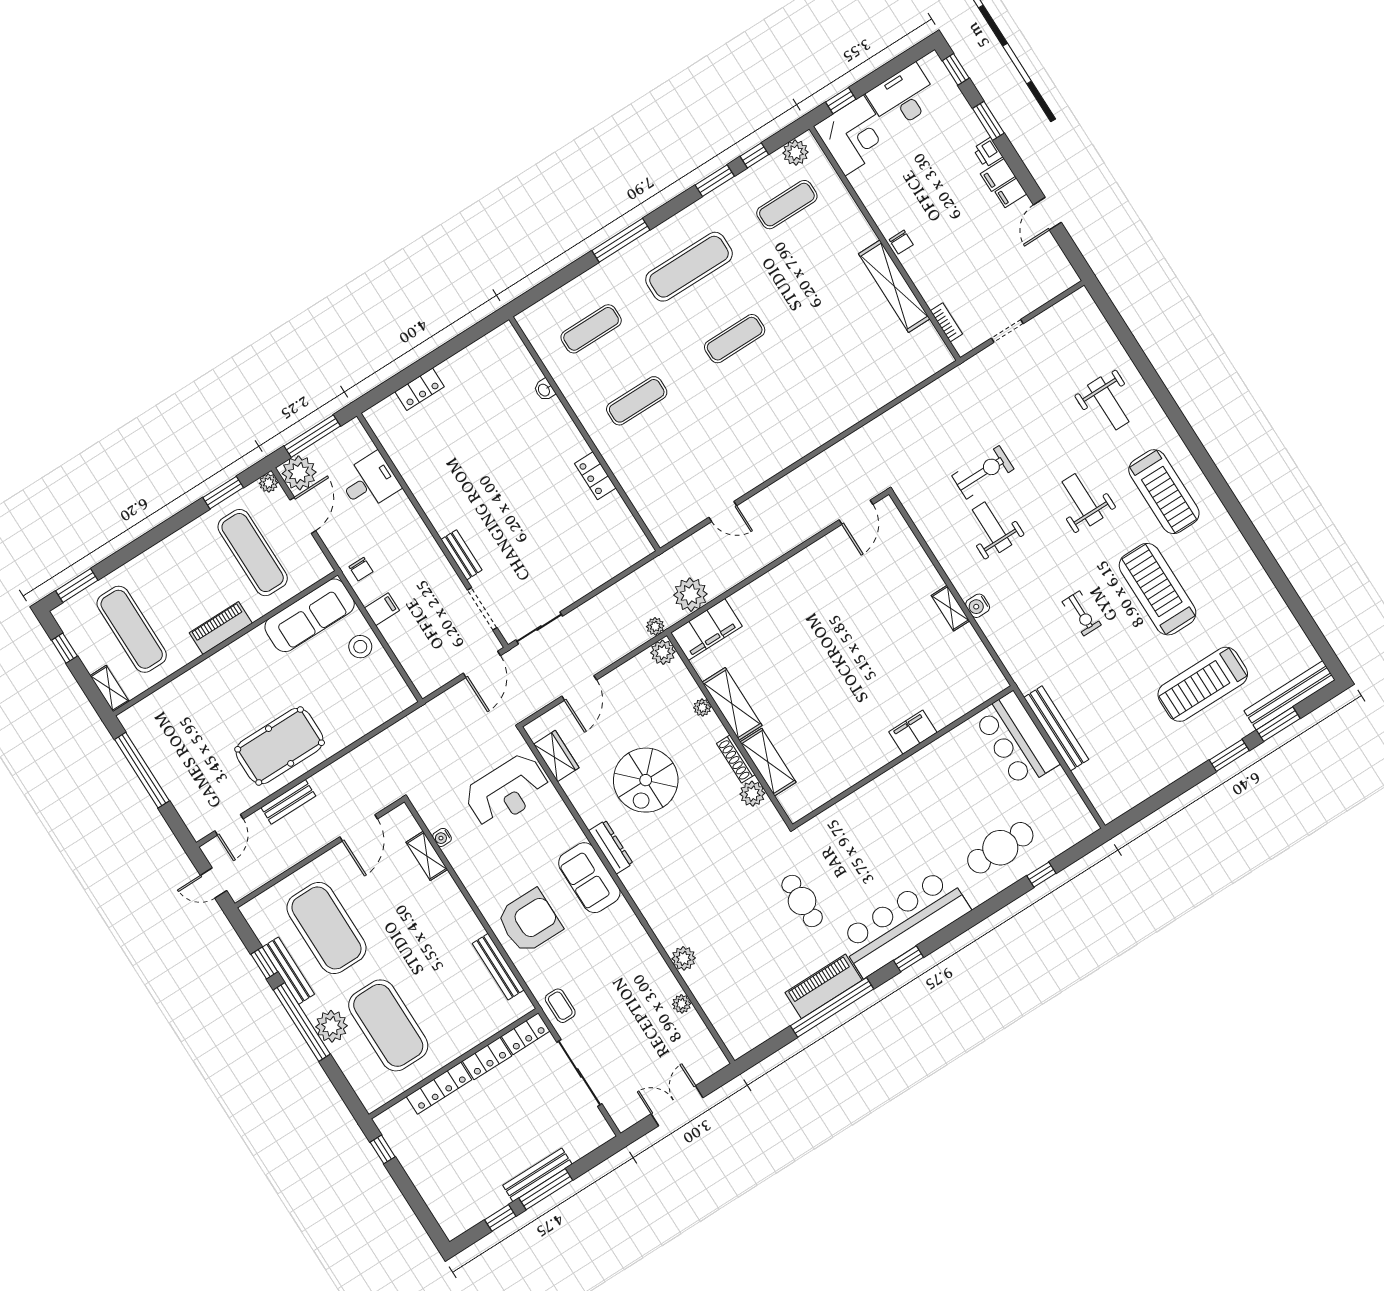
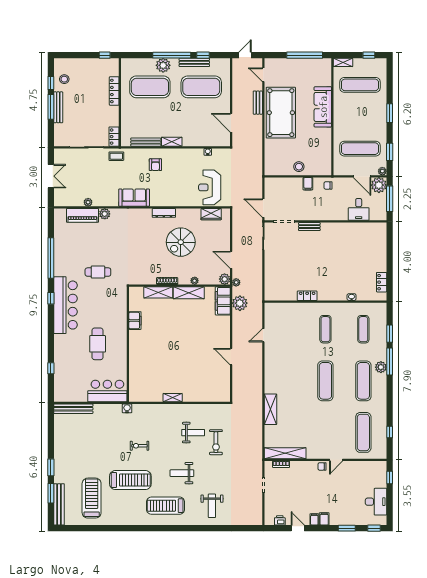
corner desk: (854, 135) -> (373, 474), removed
plant: (795, 153) -> (381, 367), moved
printer: (988, 153) -> (280, 520), moved
window: (715, 181) -> (390, 334), moved
exercise mat: (787, 205) -> (363, 432), width x1.36, depth x1.45
door: (872, 223) -> (336, 460), added
shelving: (894, 286) -> (285, 453), moved
exercise mat: (735, 339) -> (325, 381), width x1.36, depth x1.45
locker: (420, 389) -> (382, 282), moved
weight bench: (1108, 403) -> (212, 506), turned -90
shelving: (855, 409) -> (270, 409), added
weight bench: (1082, 500) -> (182, 473), turned 180
door: (856, 512) -> (231, 357), moved
window: (77, 585) -> (390, 113), moved
water cooler: (978, 606) -> (127, 408), moved
sofa: (310, 615) -> (323, 107), moved
piano: (221, 628) -> (339, 119), removed
treadmill: (1203, 684) -> (92, 498), moved
door: (579, 688) -> (231, 260), moved
bench: (1056, 728) -> (73, 409), moved
filing cabinet: (913, 732) -> (135, 321), moved
pool table: (280, 746) -> (281, 113), width x1.36, depth x1.32
spiral stairs: (646, 780) -> (181, 242), turned -90
plant: (752, 794) -> (150, 279), removed
cafe table: (1000, 848) -> (98, 344), moved
shelving: (427, 856) -> (172, 142), moved
sofa: (589, 878) -> (134, 198), moved
armchair: (529, 921) -> (155, 165), width x0.53, depth x0.53
piano: (823, 986) -> (82, 215), moved, turned 90
locker: (487, 1058) -> (114, 116), removed
stool: (477, 1197) -> (64, 79), added

